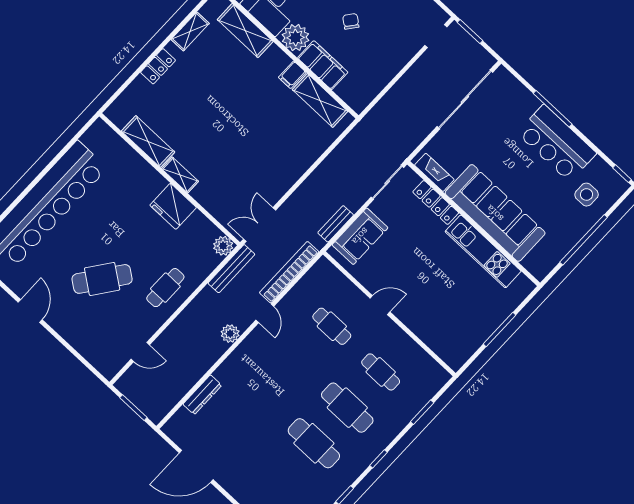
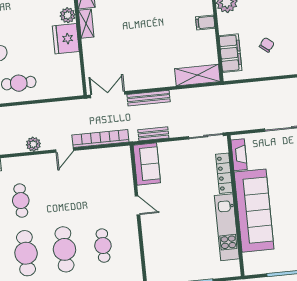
chair: (351, 21) -> (267, 45), moved
filing cabinet: (323, 65) -> (230, 53), moved
shelving: (320, 100) -> (197, 75), moved, turned 90
sofa: (360, 236) -> (147, 164), moved, turned -90
plant: (223, 246) -> (68, 15), moved
bench: (231, 269) -> (149, 98), moved
cafe table: (332, 326) -> (21, 201), moved

